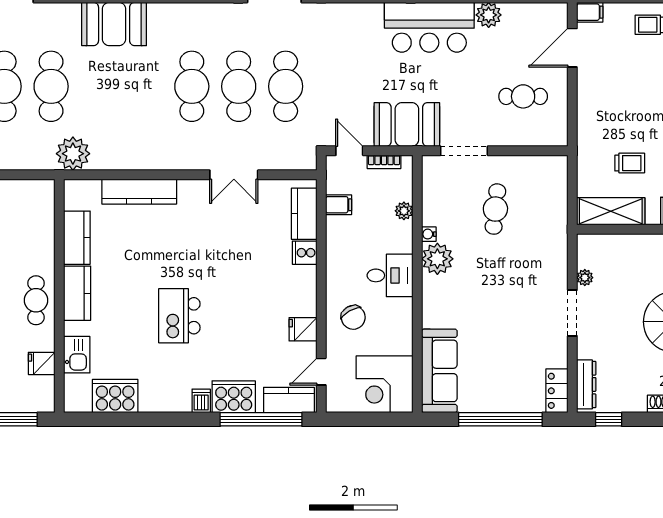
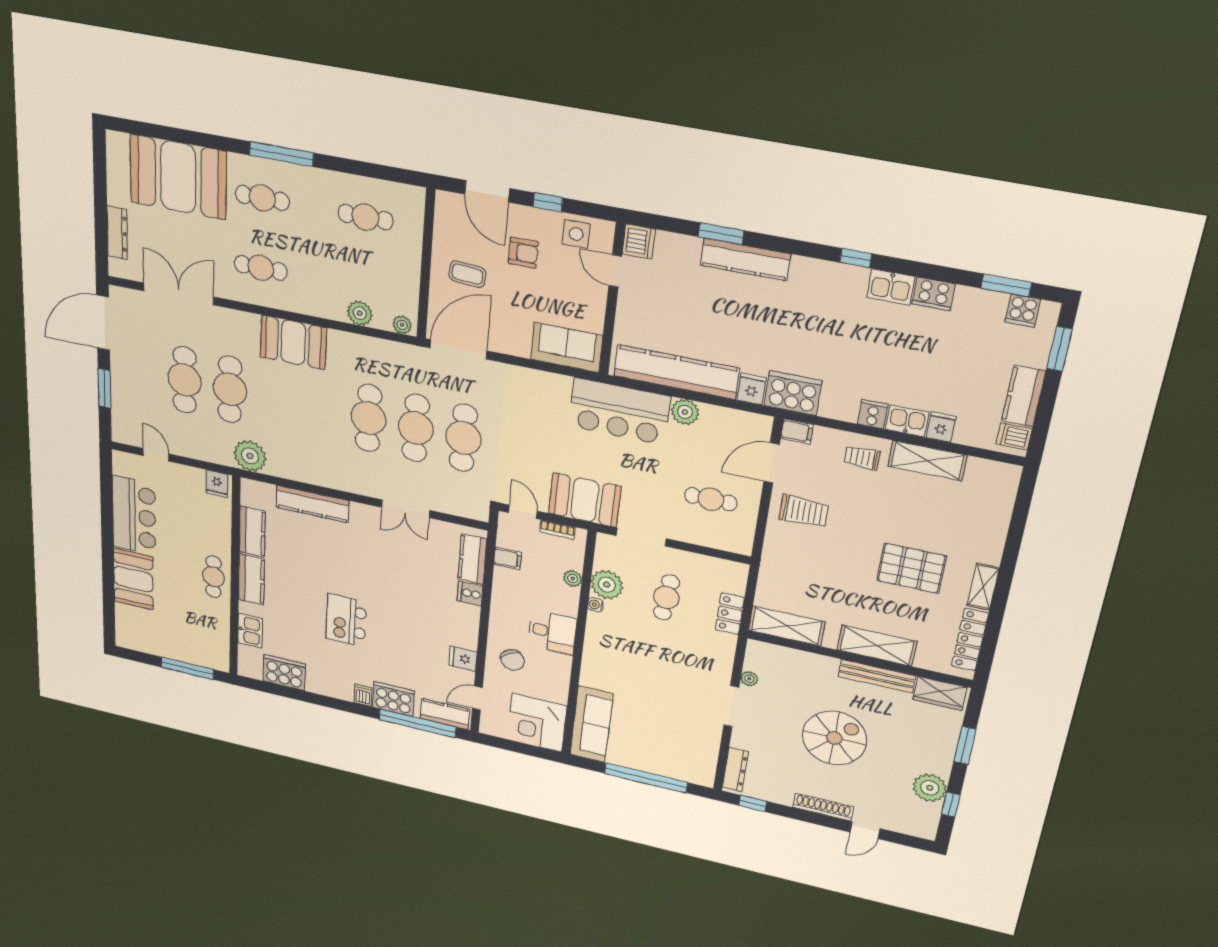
trolley: (630, 163) -> (804, 511), moved, width x1.36, depth x1.39
plant: (437, 259) -> (607, 585), moved
fridge: (42, 363) -> (217, 484), moved, turned -90
locker: (557, 391) -> (730, 614), moved

